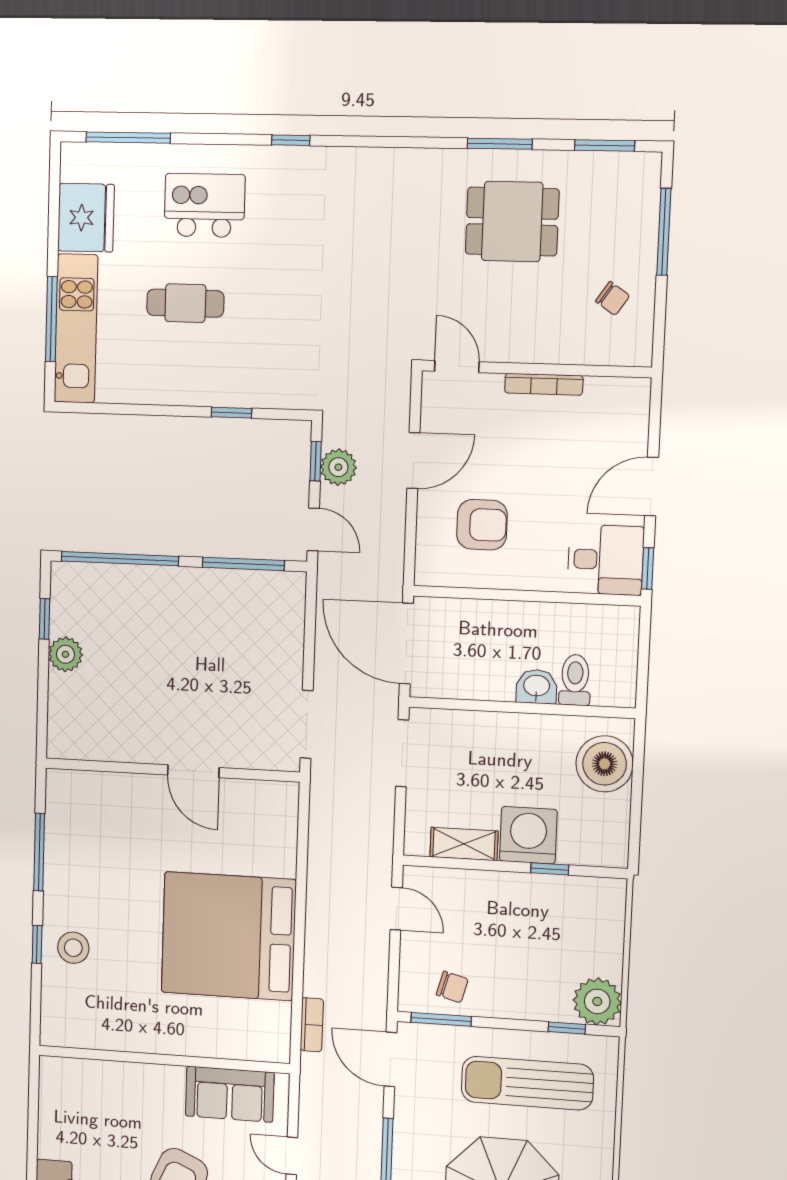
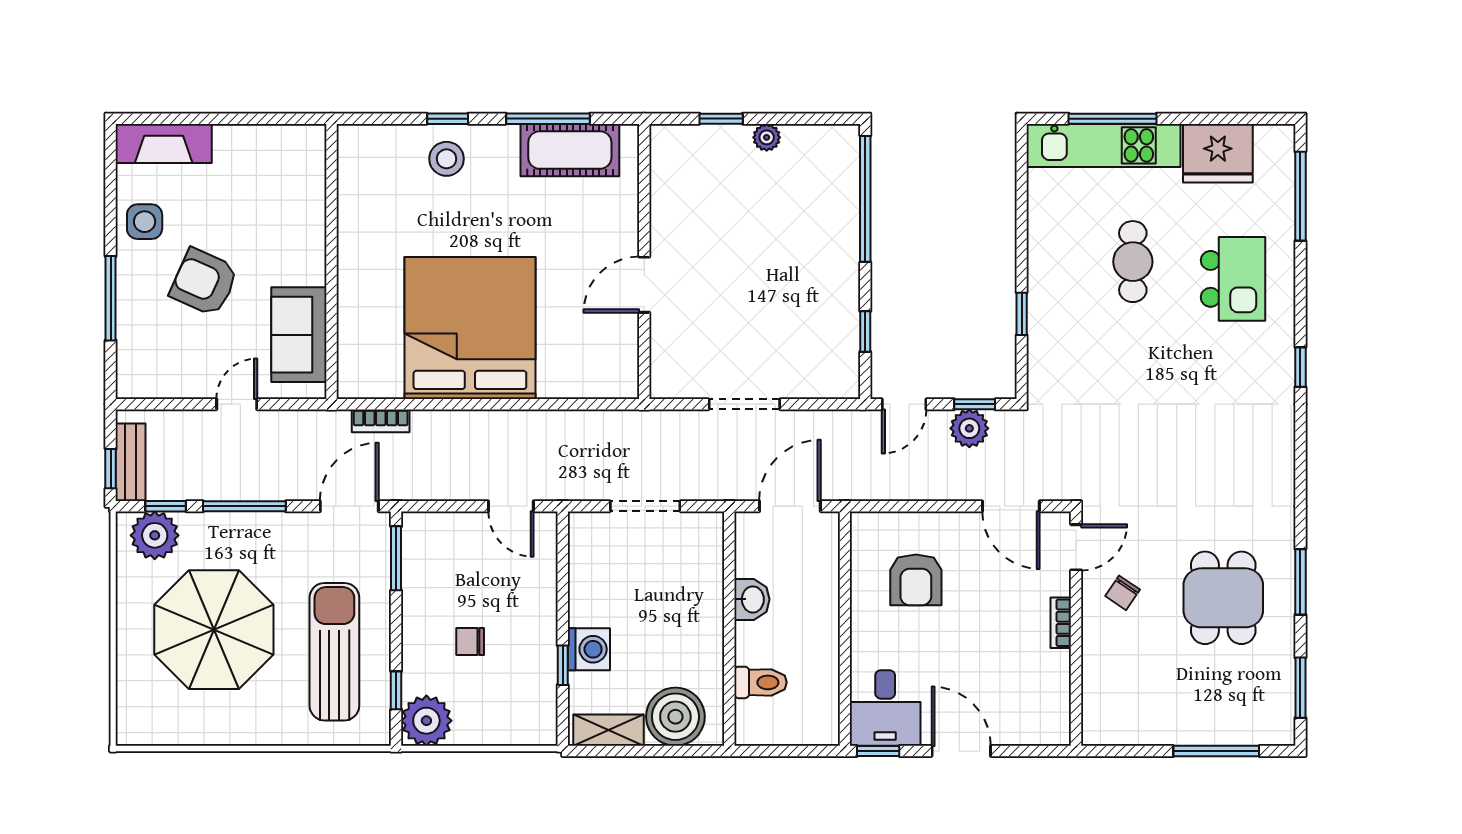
chair: (613, 298) -> (1123, 593), moved
bookcase: (544, 384) -> (1061, 623), width x0.64
door: (413, 461) -> (1011, 506), moved
window: (243, 564) -> (865, 331), width x0.46
window: (44, 619) -> (721, 119), moved
door: (406, 644) -> (790, 506), width x0.73
plant: (65, 654) -> (767, 137), width x0.73, depth x0.73
washbasin: (537, 687) -> (752, 599), moved
doorway: (307, 724) -> (744, 404), moved
doorway: (402, 753) -> (645, 506), moved
cot: (68, 834) -> (570, 150), added
washing machine: (528, 835) -> (589, 649), width x0.73, depth x0.73
shelving: (464, 844) -> (608, 730), moved, turned 90
door: (396, 909) -> (511, 506), hinge flipped
chair: (452, 987) -> (470, 642), moved, turned 75

